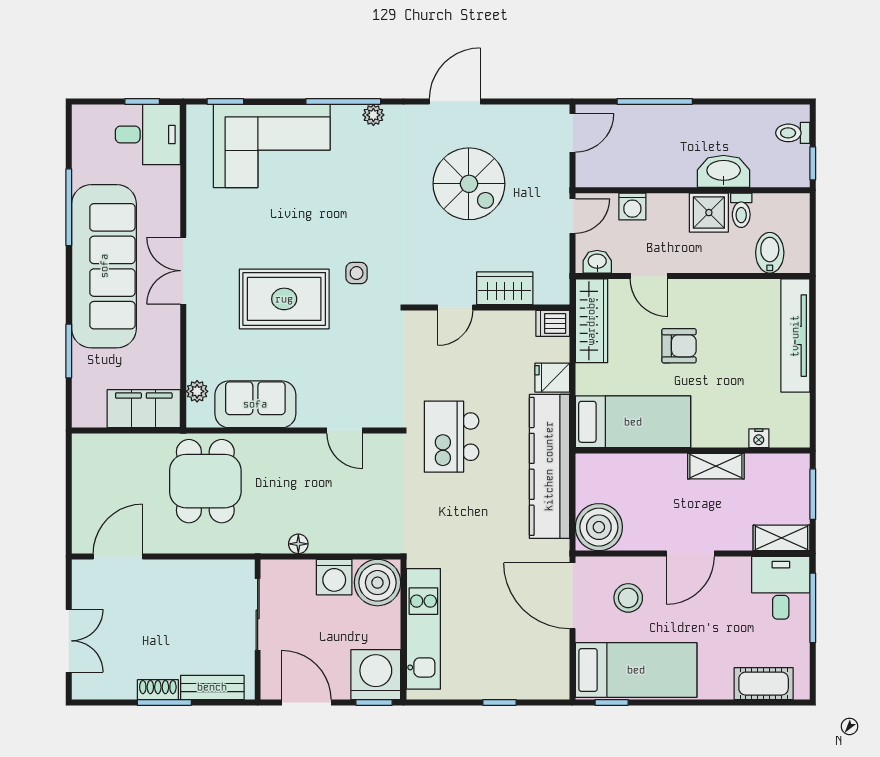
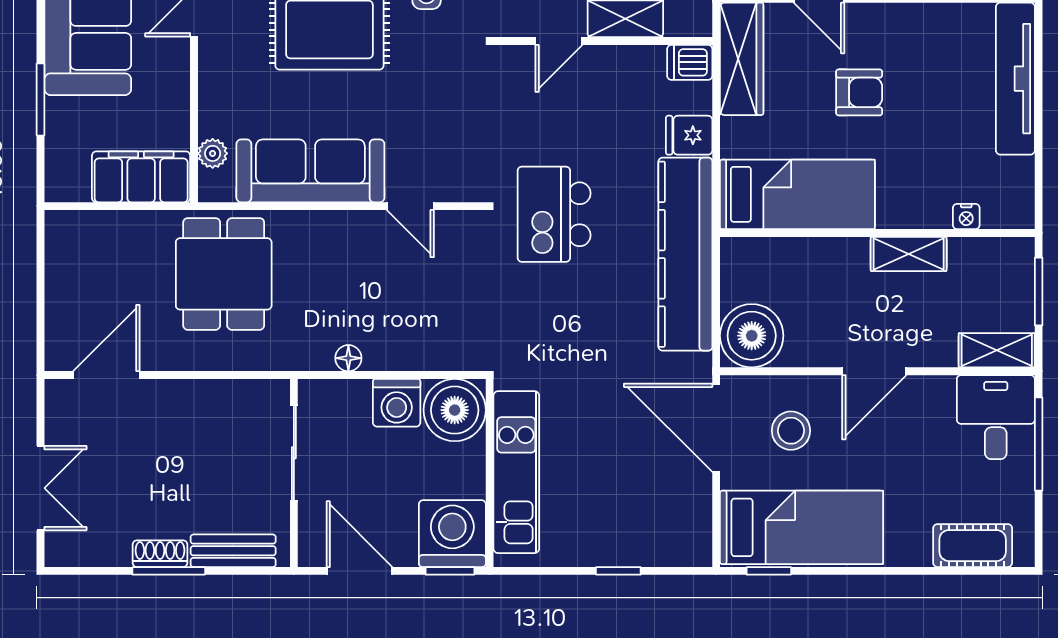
sofa: (255, 404) -> (310, 171), width x1.36

